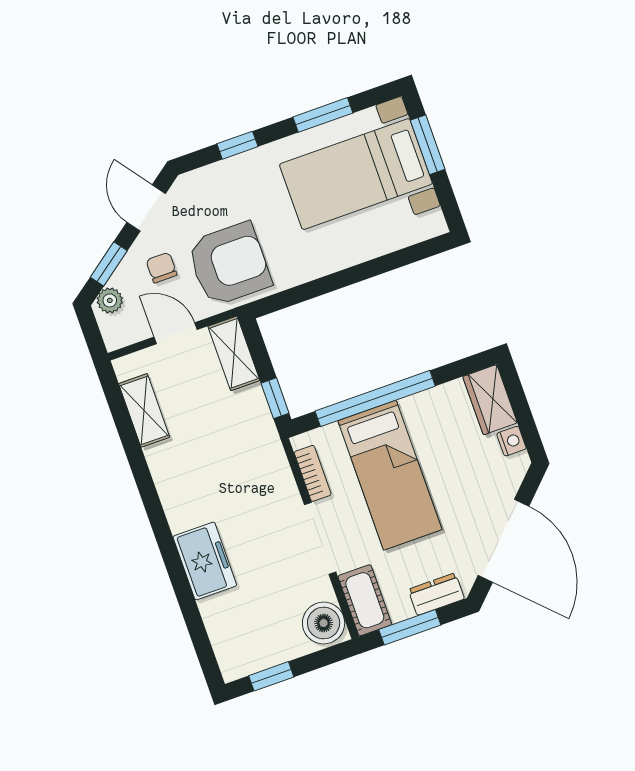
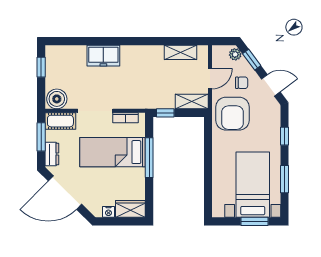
window: (375, 399) -> (149, 158), width x0.68

